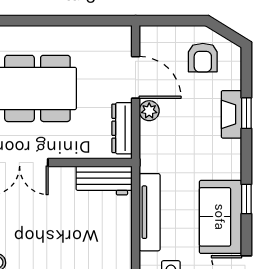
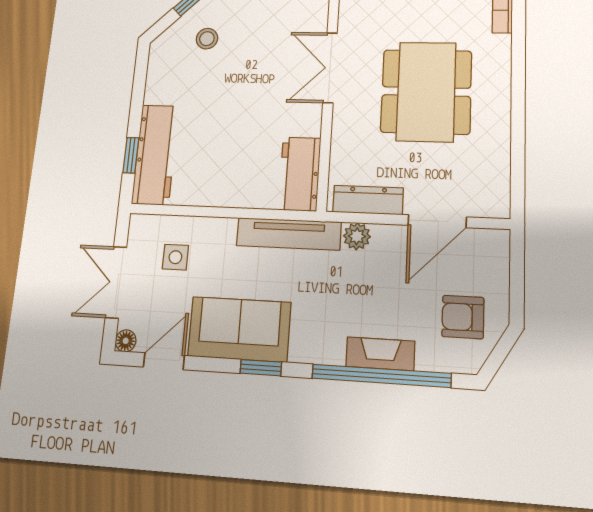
plant: (149, 111) -> (357, 236), moved
window: (246, 113) -> (381, 376), width x3.17
tv unit: (150, 212) -> (289, 234), moved

